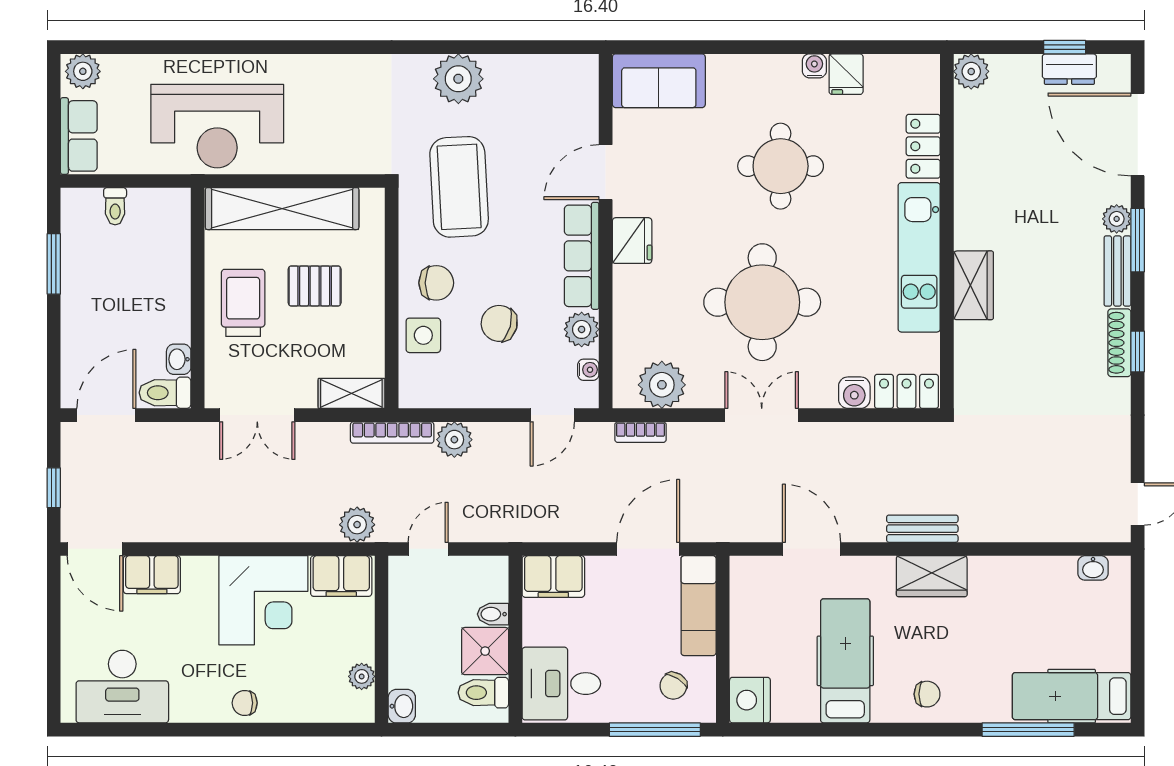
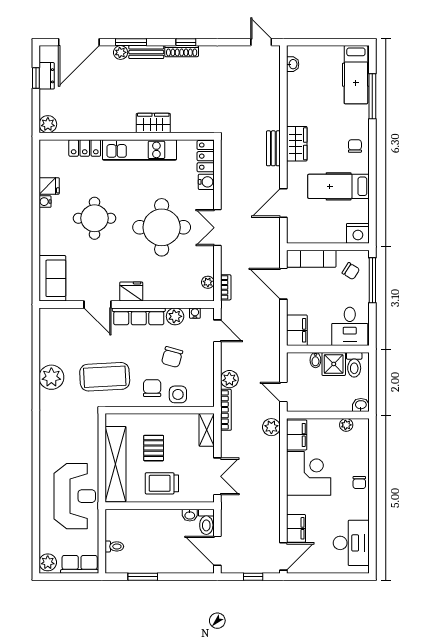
plant: (662, 385) -> (208, 282), width x0.53, depth x0.53

